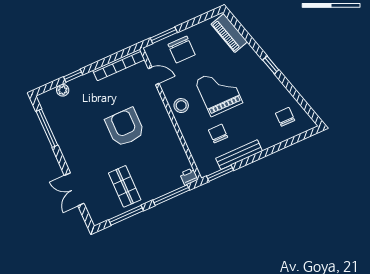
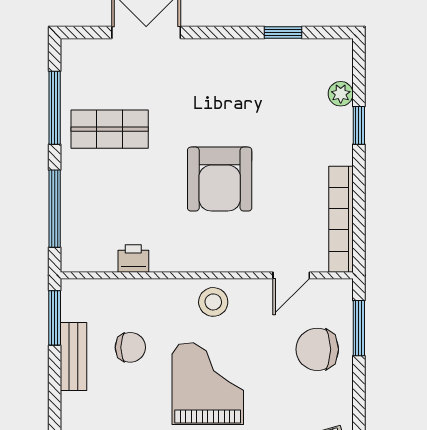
grand piano: (219, 92) -> (208, 384), turned -90
armchair: (125, 127) -> (220, 179), turned 90
window: (47, 128) -> (283, 33), width x0.46
bench: (239, 155) -> (74, 356), width x0.73
printer: (189, 177) -> (133, 259), moved, turned -90

